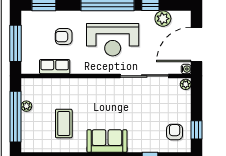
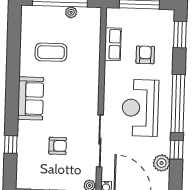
armchair: (175, 132) -> (58, 146), moved

